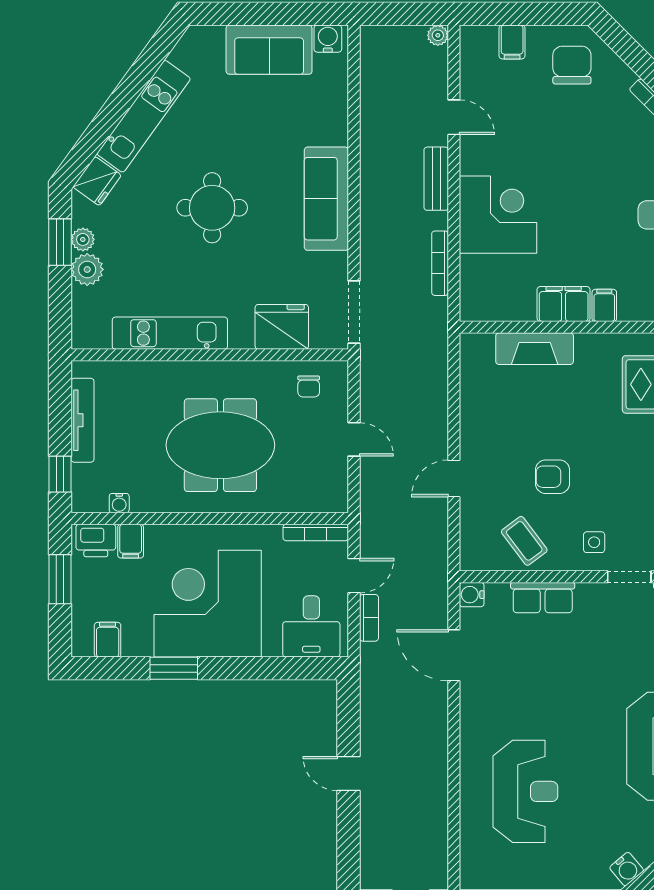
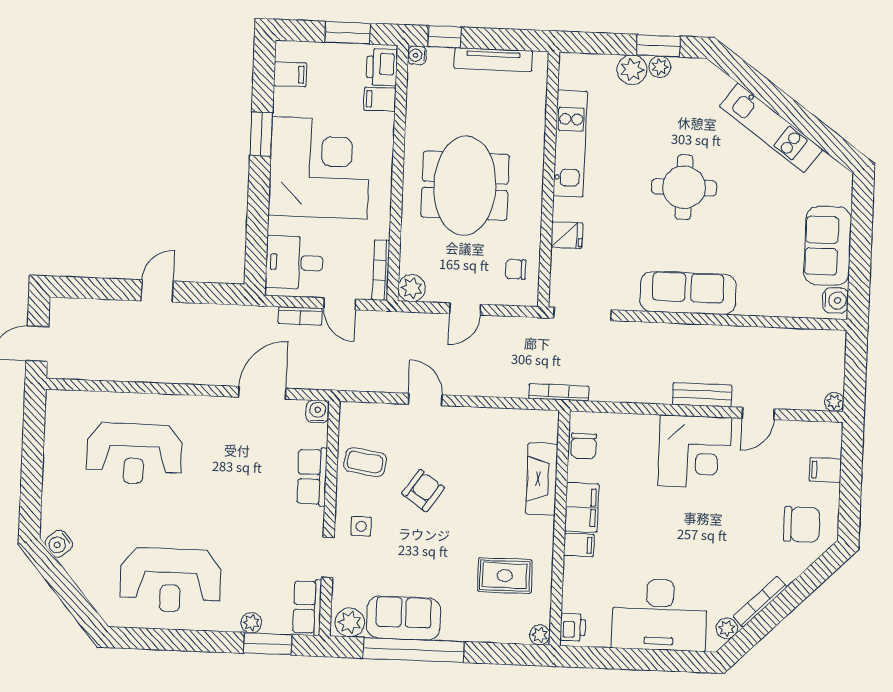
fridge: (97, 181) -> (713, 82), removed
corner desk: (498, 215) -> (695, 452), moved
bookcase: (440, 263) -> (559, 392), moved
chair: (497, 305) -> (584, 446), added
fridge: (282, 327) -> (567, 235), width x0.53, depth x0.75
armchair: (553, 477) -> (423, 491), turned 35
plant: (334, 498) -> (412, 288), added
water cooler: (119, 503) -> (417, 55), moved
coffee table: (524, 541) -> (365, 462), turned 45

